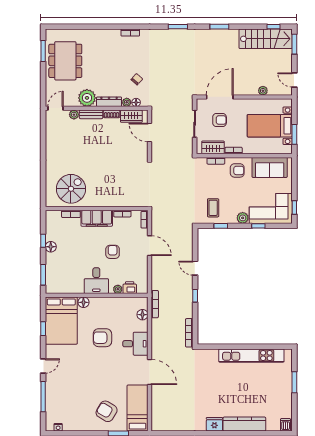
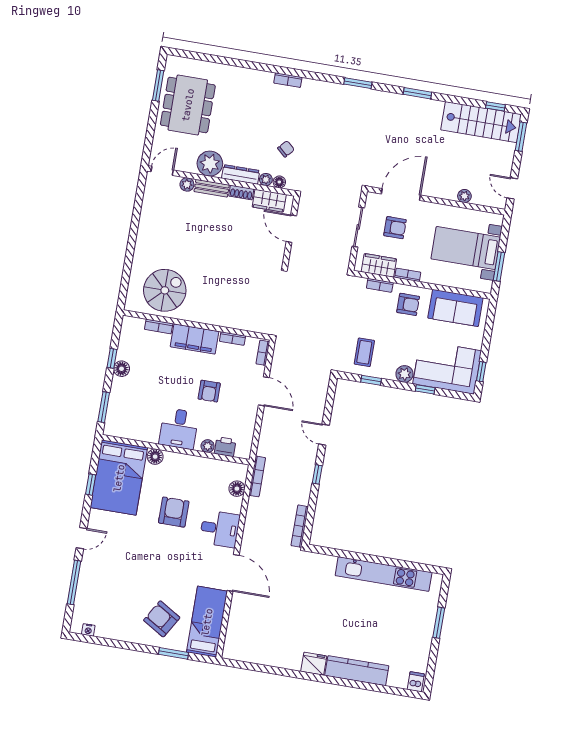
armchair: (113, 252) -> (209, 391), turned 180
armchair: (102, 338) -> (174, 512), turned 90

